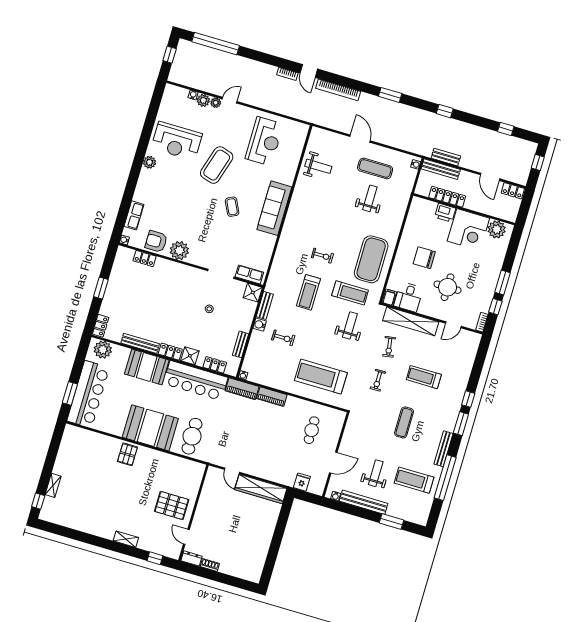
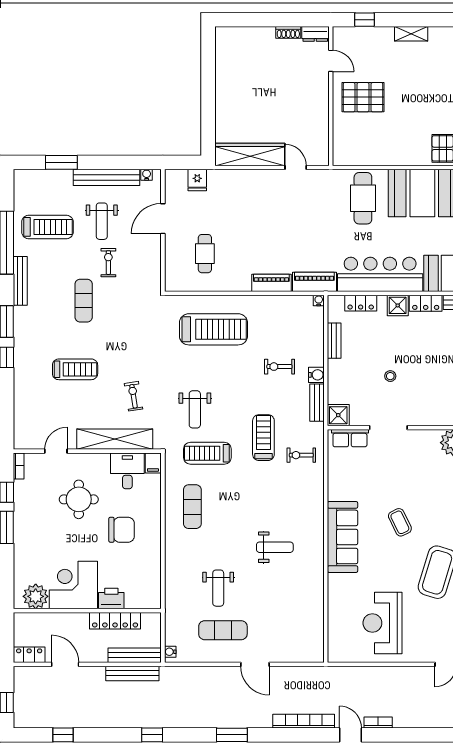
bench: (446, 157) -> (132, 673), width x1.36
weight bench: (318, 166) -> (275, 547), moved, turned 180
exercise bike: (322, 256) -> (301, 455), moved
exercise mat: (371, 259) -> (192, 507), width x0.50, depth x0.69
exercise bike: (378, 380) -> (108, 263), moved

